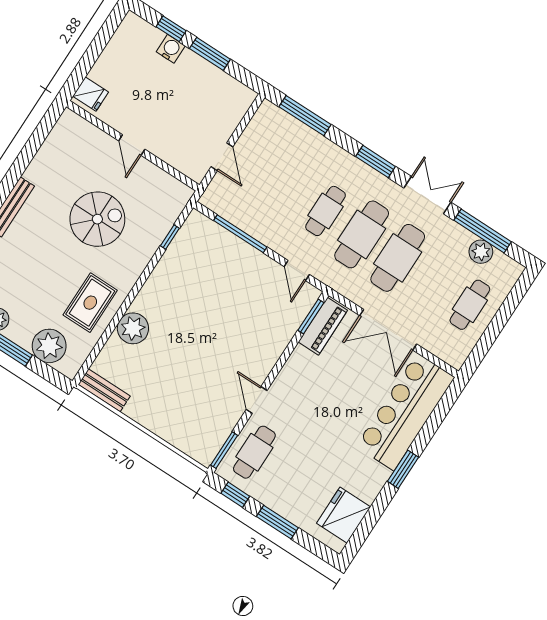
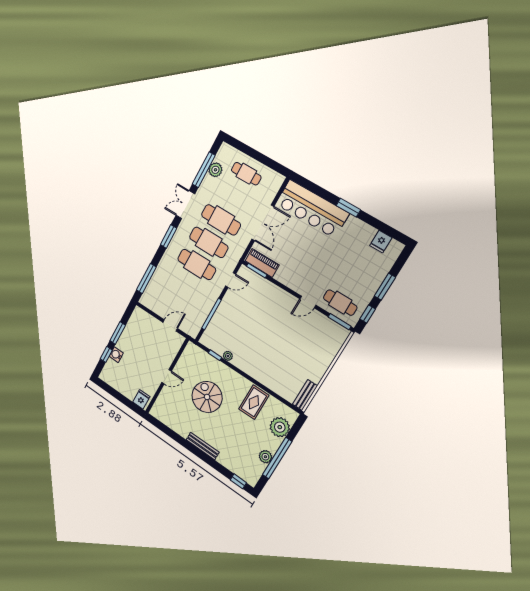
cafe table: (326, 211) -> (197, 264), width x1.37, depth x1.35
rug: (90, 303) -> (254, 402), turned 90
plant: (133, 328) -> (228, 356), moved, width x0.53, depth x0.53
fridge: (344, 515) -> (381, 242), width x0.53, depth x0.75

